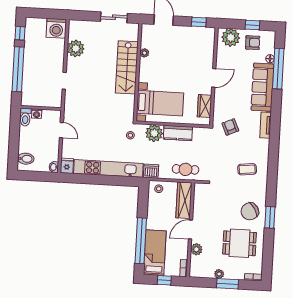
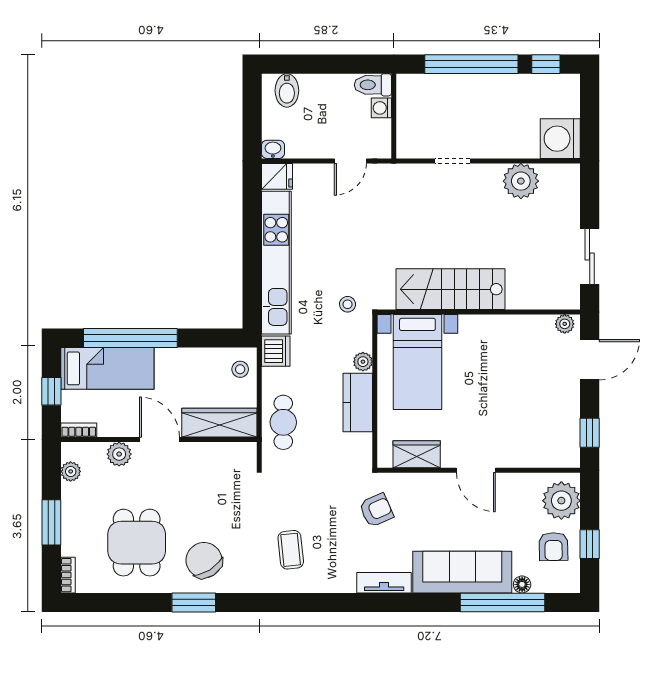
plant: (144, 53) -> (565, 324), moved
stairs: (127, 67) -> (451, 289), moved
plant: (154, 133) -> (363, 362), width x0.53, depth x0.53
plant: (219, 274) -> (71, 471), moved

